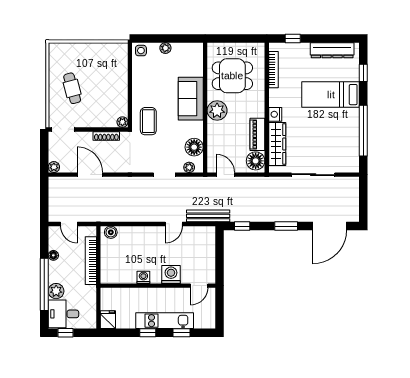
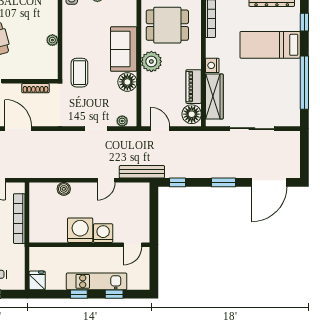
plant: (122, 122) -> (52, 40), moved
floor lamp: (194, 147) -> (127, 82), moved
boiler: (111, 232) -> (64, 189), moved
washing machine: (143, 277) -> (80, 230), width x1.89, depth x1.89

